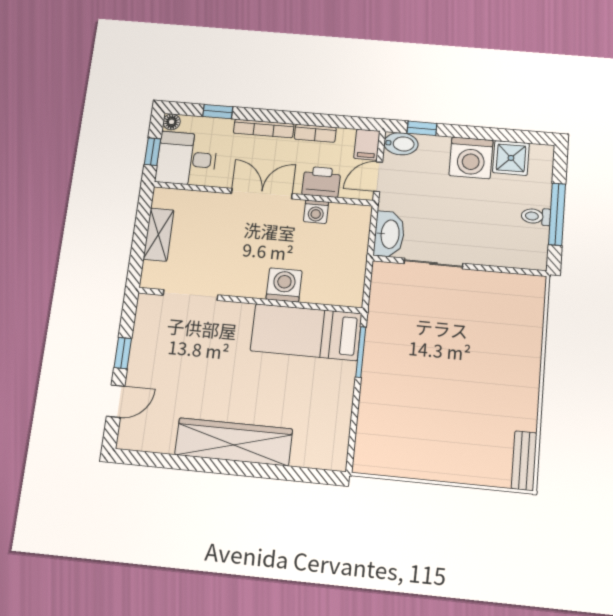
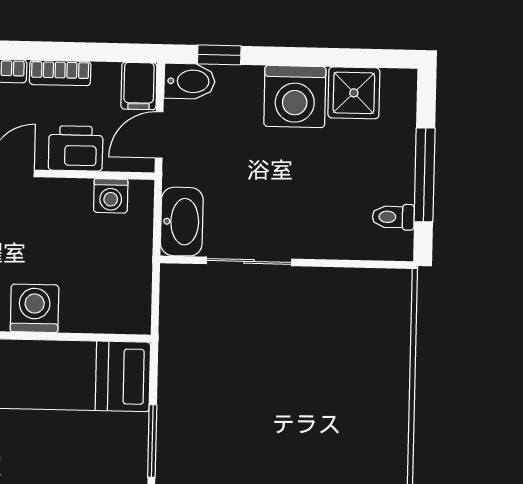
washing machine: (316, 212) -> (111, 196), moved
toilet: (536, 216) -> (393, 217), moved
window: (361, 352) -> (152, 441), moved

